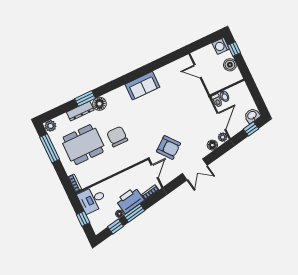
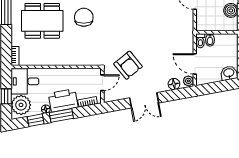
door: (221, 121) -> (195, 64), swing flipped
window: (251, 129) -> (221, 86), removed
chair: (117, 137) -> (84, 17), moved
plant: (98, 220) -> (21, 105), added

